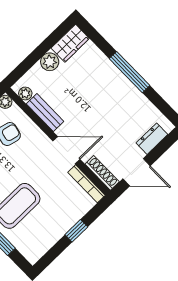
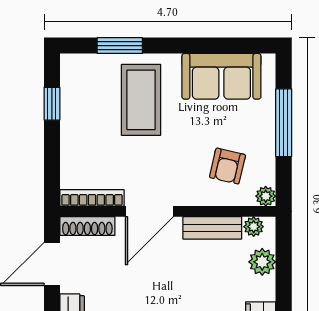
plant: (50, 62) -> (262, 262), moved
window: (76, 231) -> (52, 104), moved

